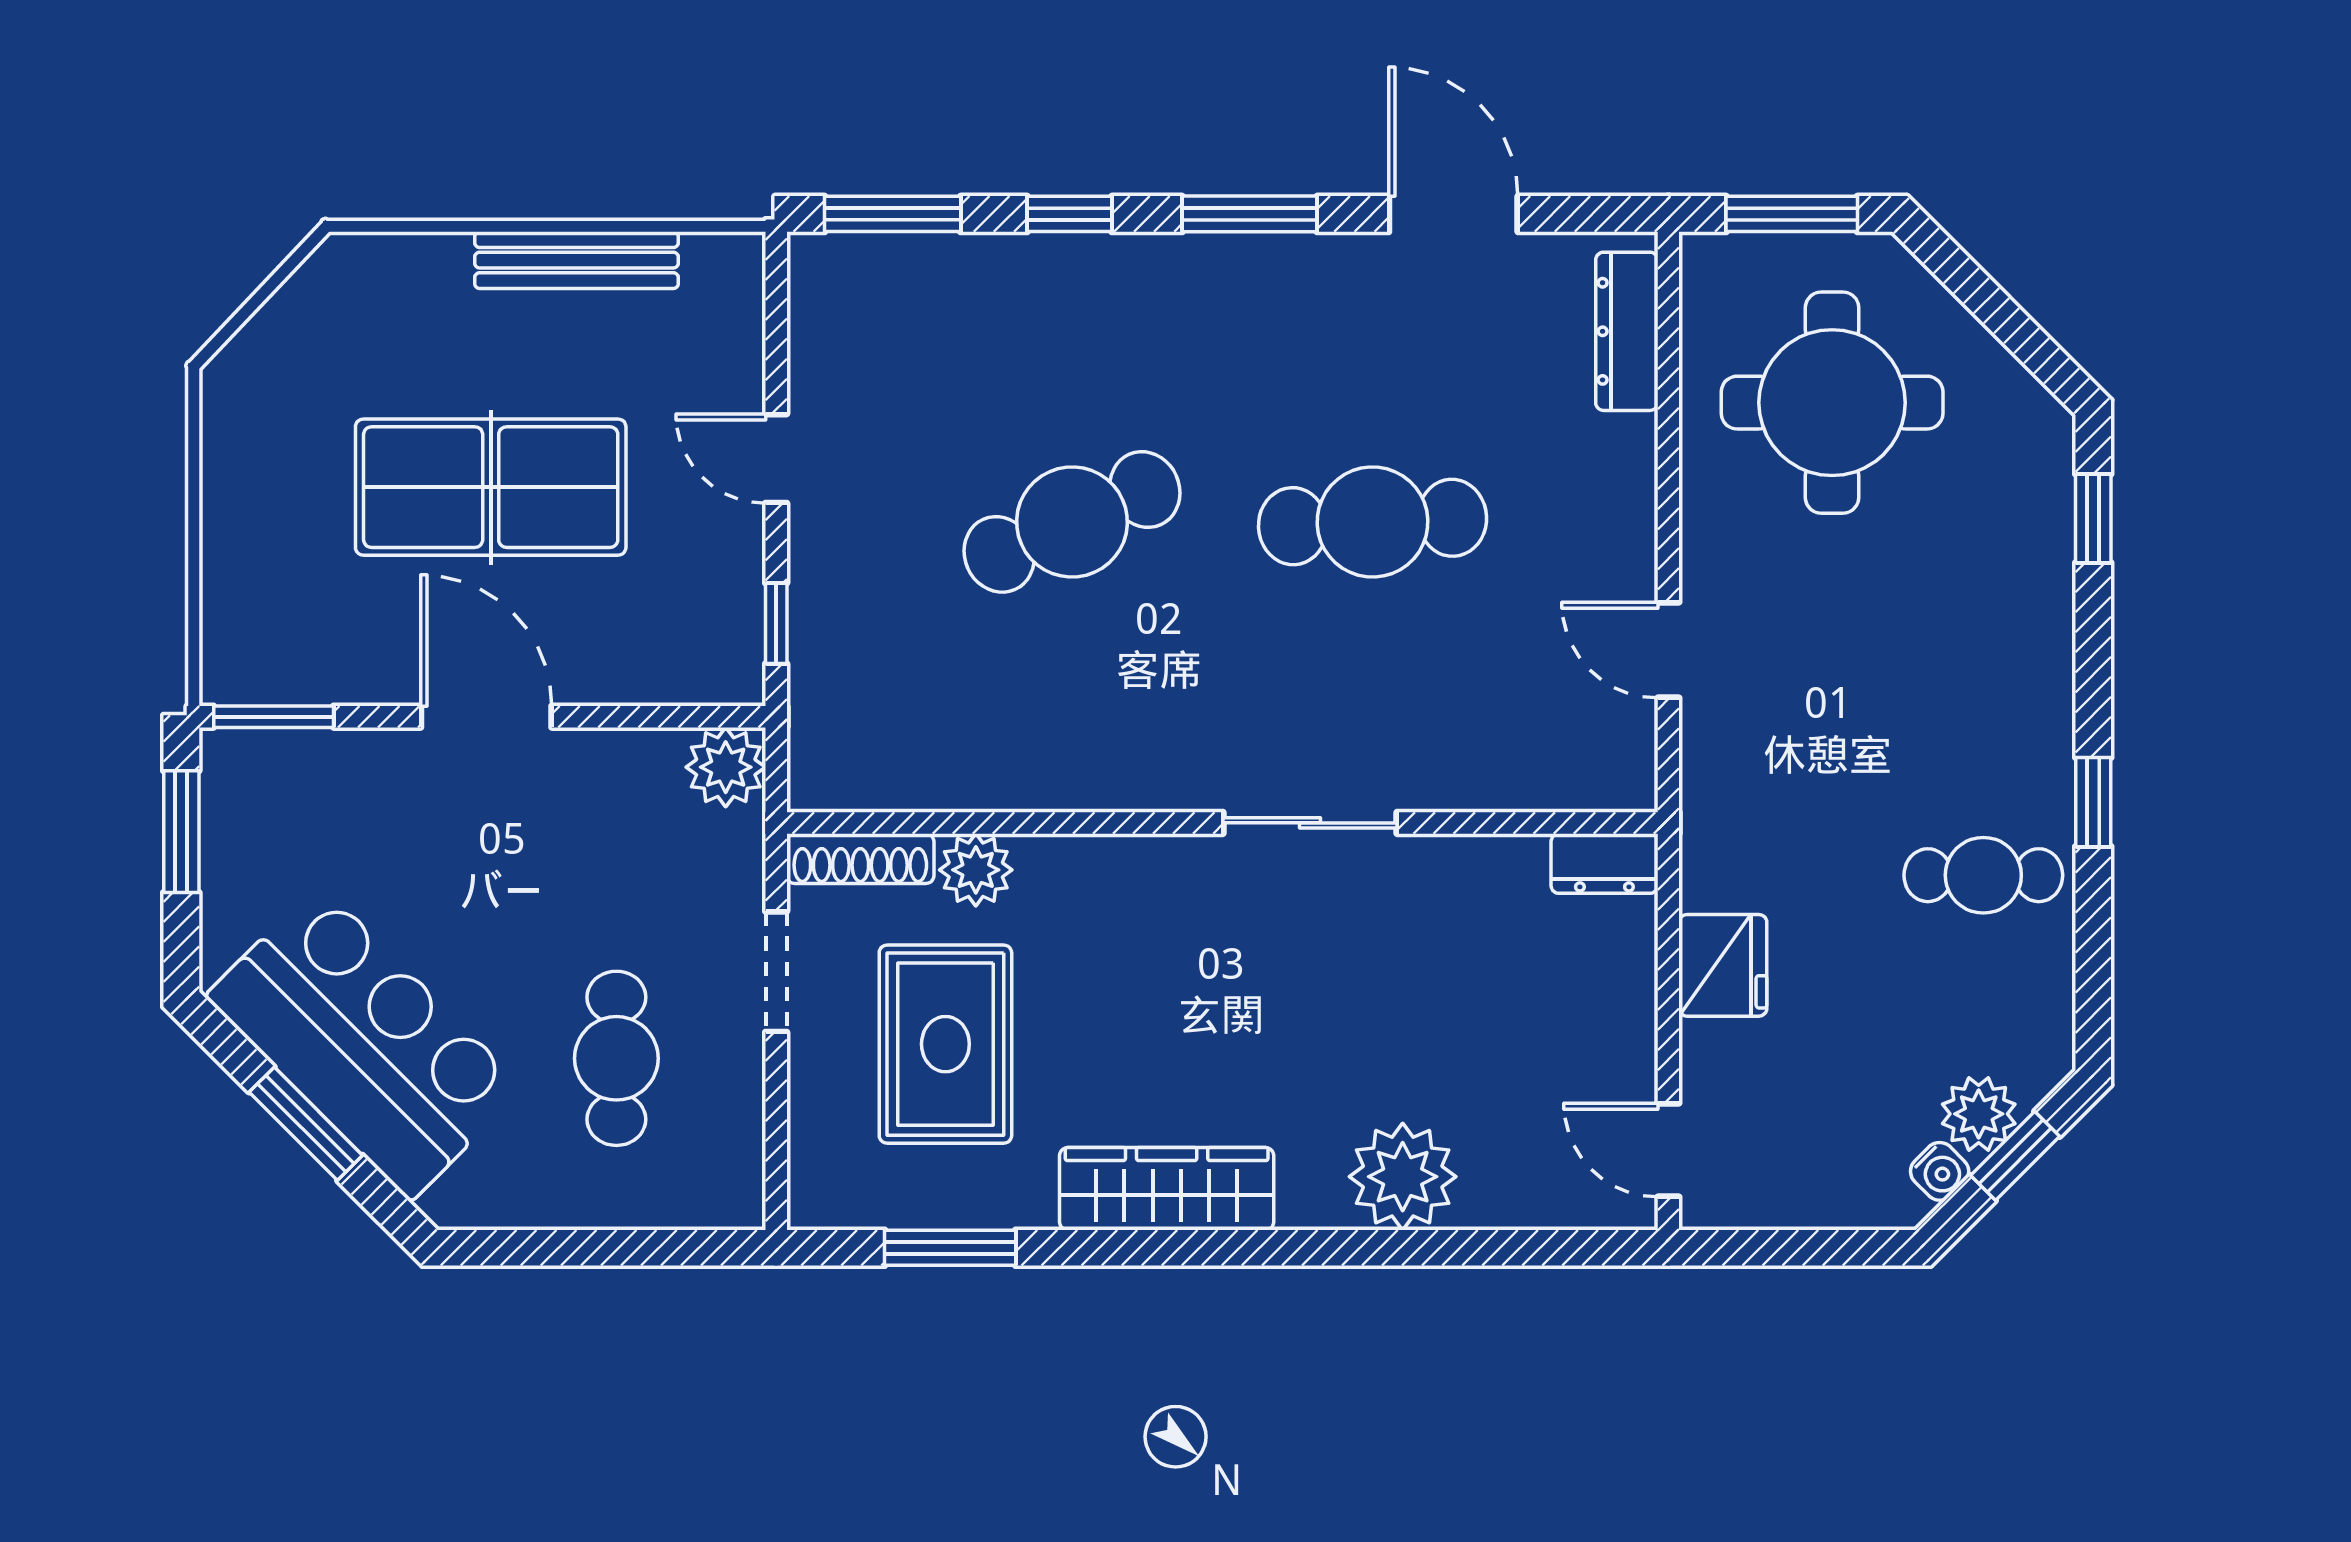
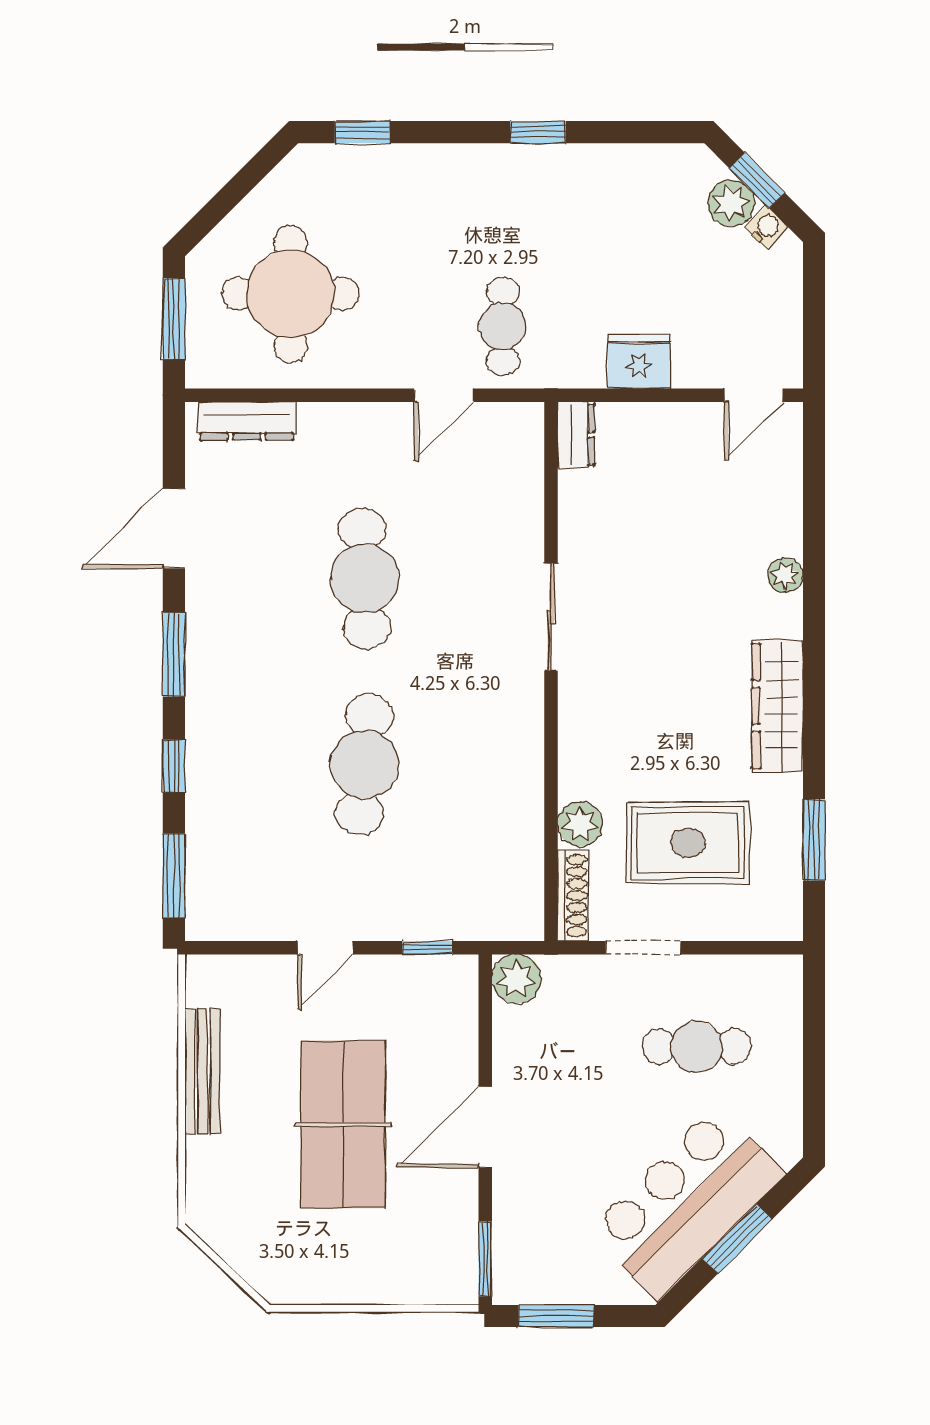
cafe table: (1072, 522) -> (365, 765), turned 30
cafe table: (1983, 875) -> (503, 326), moved
plant: (1403, 1177) -> (785, 575), width x0.53, depth x0.53

